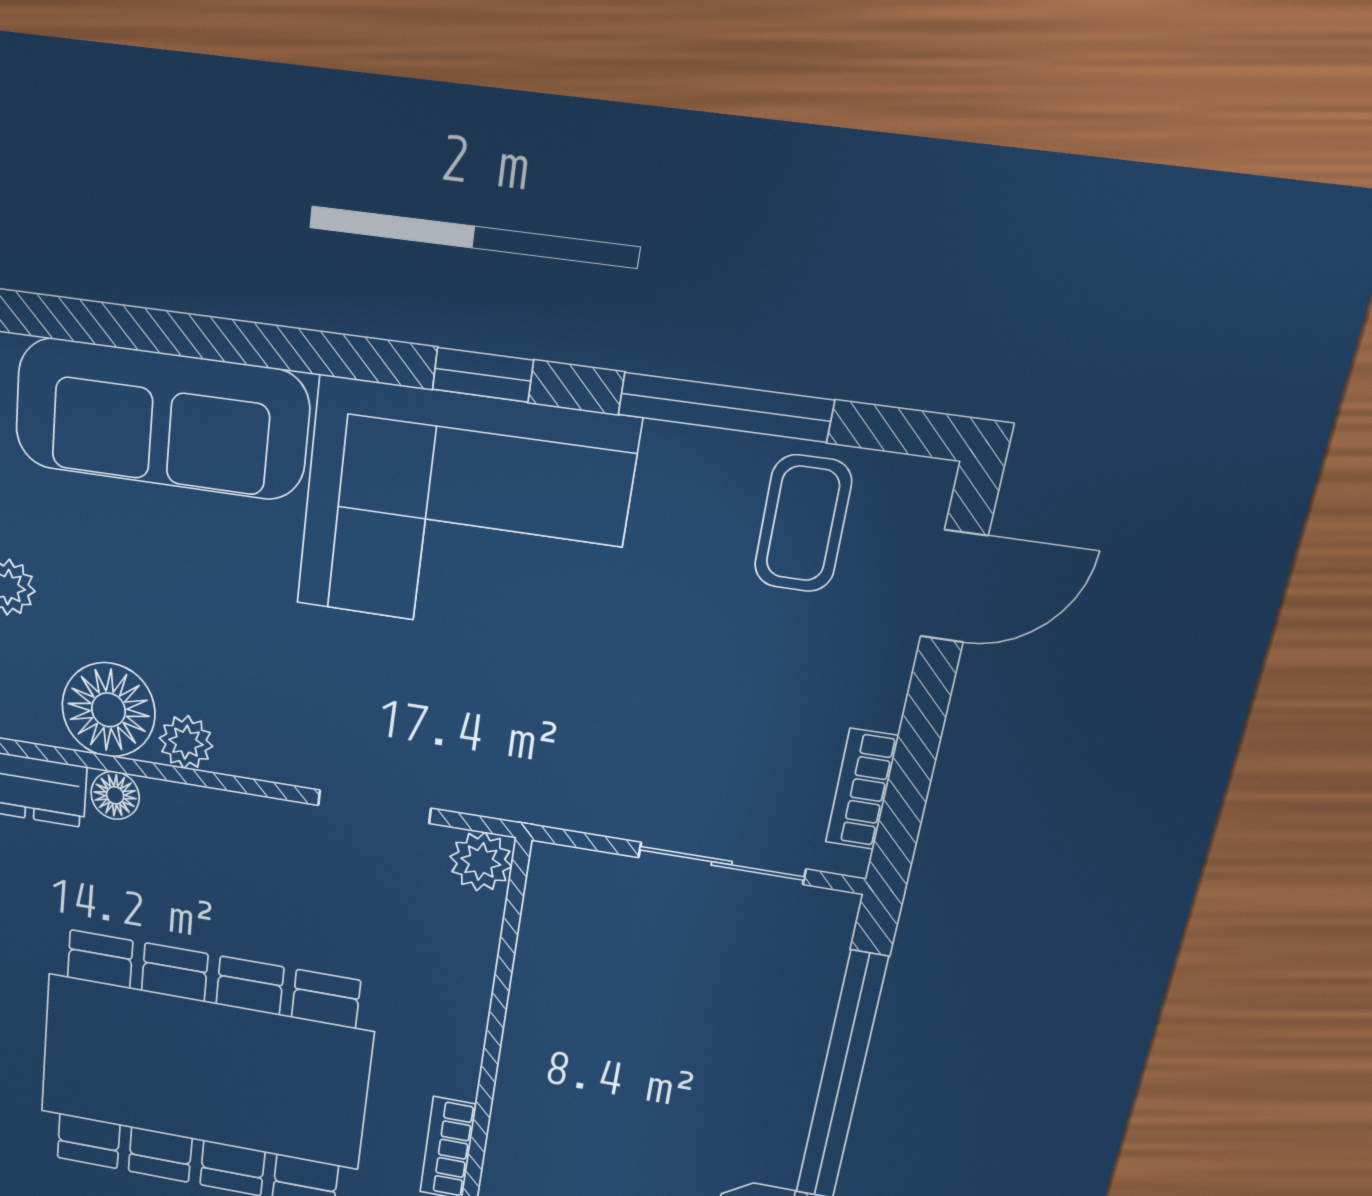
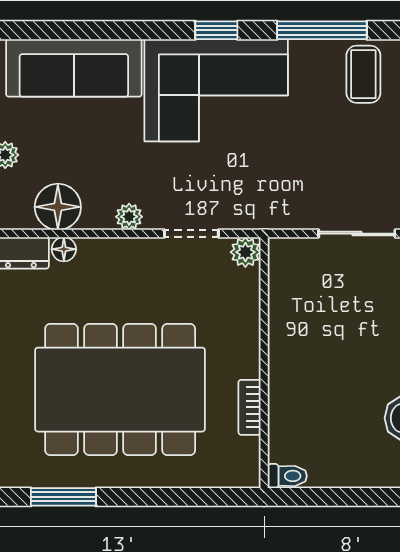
plant: (186, 742) -> (129, 217), moved

